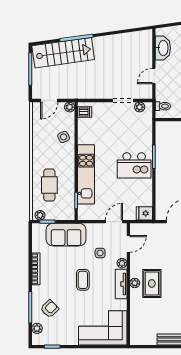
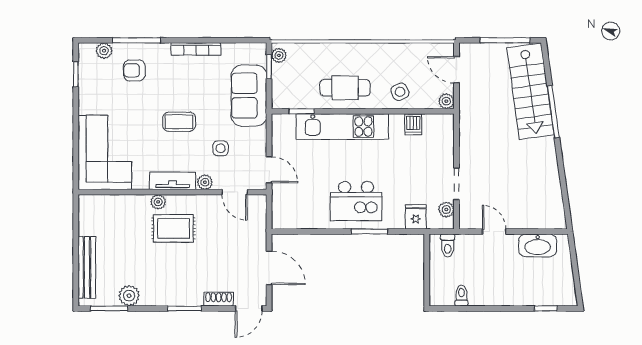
dishwasher: (85, 112) -> (413, 124), moved
kitchen island: (134, 165) -> (356, 201), turned -90
cafe table: (49, 185) -> (345, 88), moved
fridge: (144, 213) -> (416, 217), moved
plant: (135, 283) -> (158, 202), moved
armchair: (50, 309) -> (134, 70), turned 134

